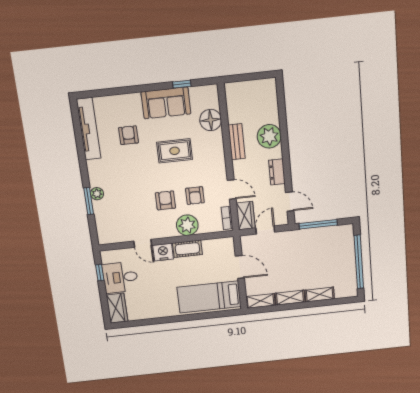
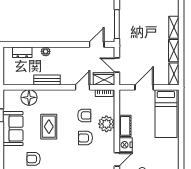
plant: (269, 136) -> (46, 51), width x0.53, depth x0.53
dresser: (277, 172) -> (22, 52), moved

